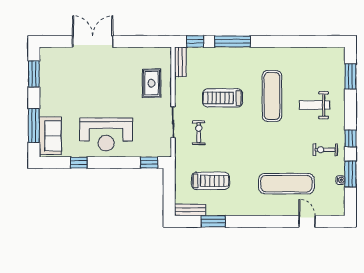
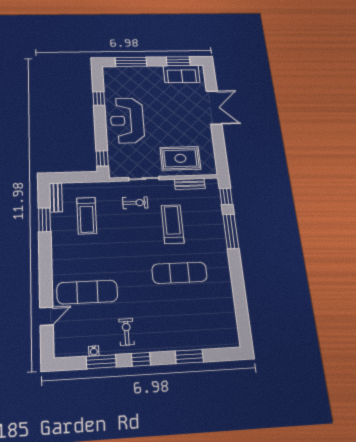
bench: (180, 62) -> (190, 184), moved
window: (350, 77) -> (189, 356), moved
rug: (151, 83) -> (180, 158), width x1.36, depth x1.43
weight bench: (315, 105) -> (174, 318), removed
sofa: (50, 136) -> (182, 74), moved
exercise mat: (286, 184) -> (87, 292), turned 90

